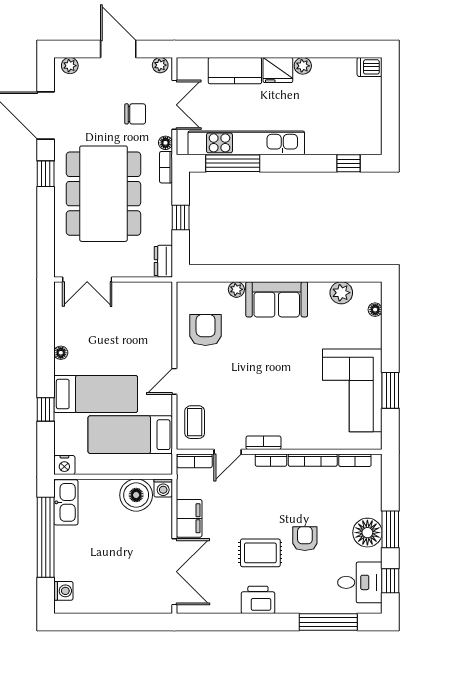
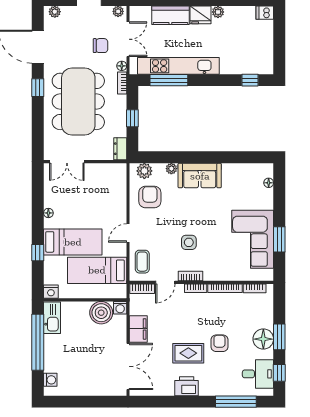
plant: (341, 293) -> (144, 171), moved
side table: (261, 395) -> (189, 242), added

